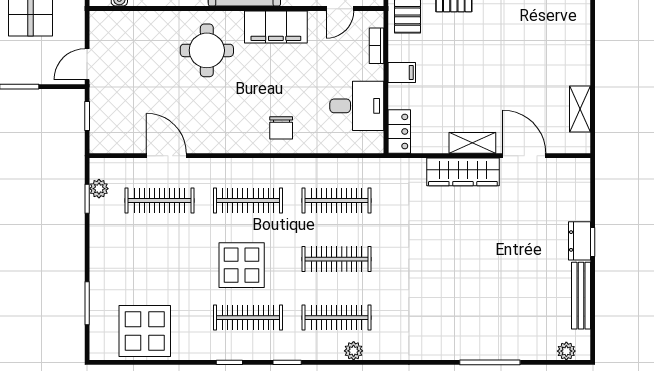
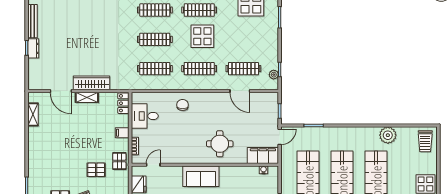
filing cabinet: (276, 27) -> (263, 155), moved

